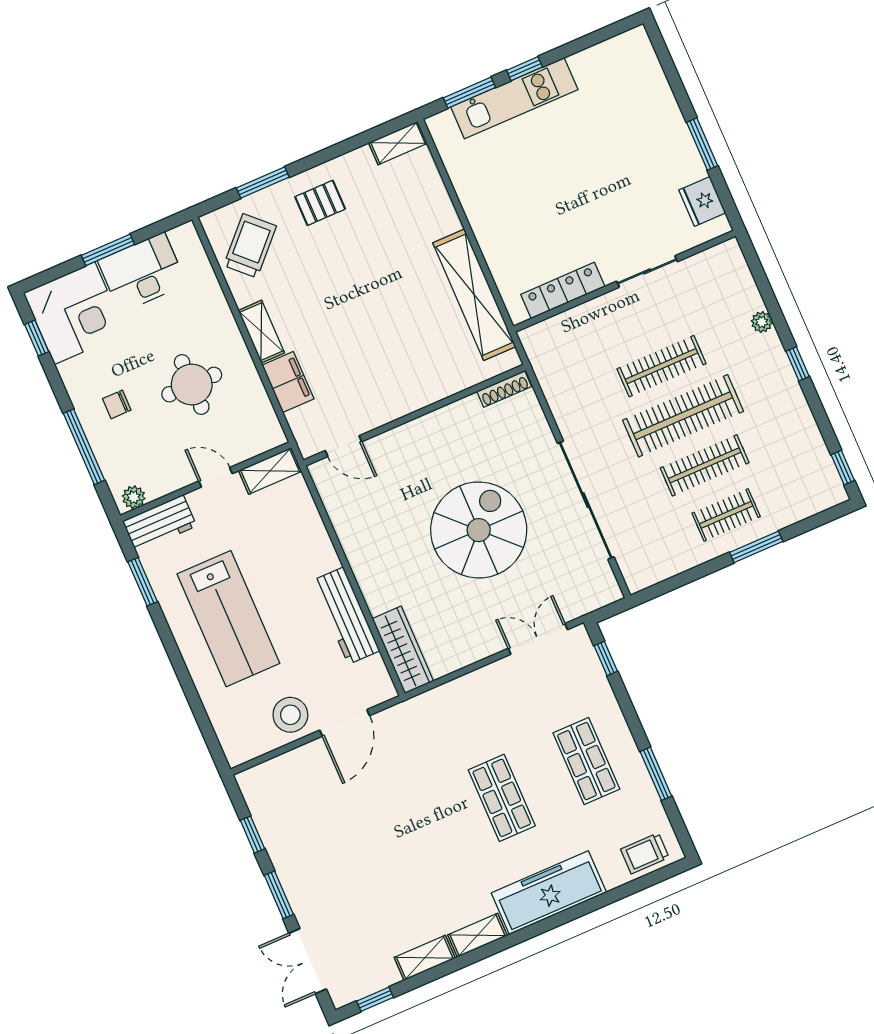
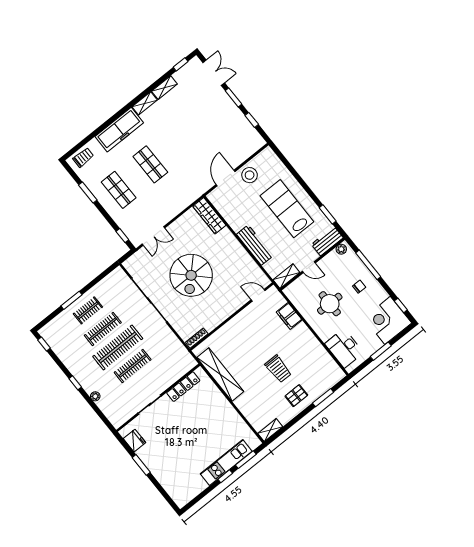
trolley: (250, 246) -> (278, 369), moved, turned -44
desk: (142, 272) -> (344, 348), moved, turned 90
shelving: (261, 332) -> (306, 334), removed
workbench: (346, 616) -> (255, 245), moved

